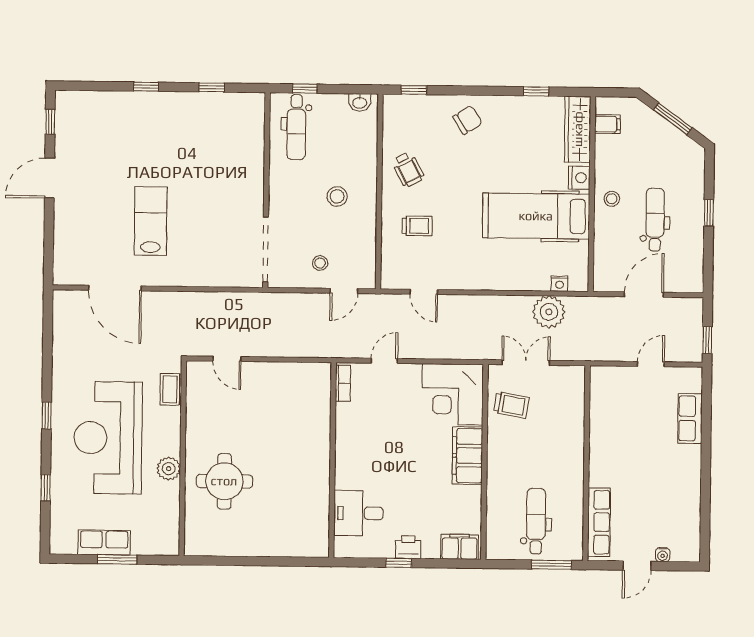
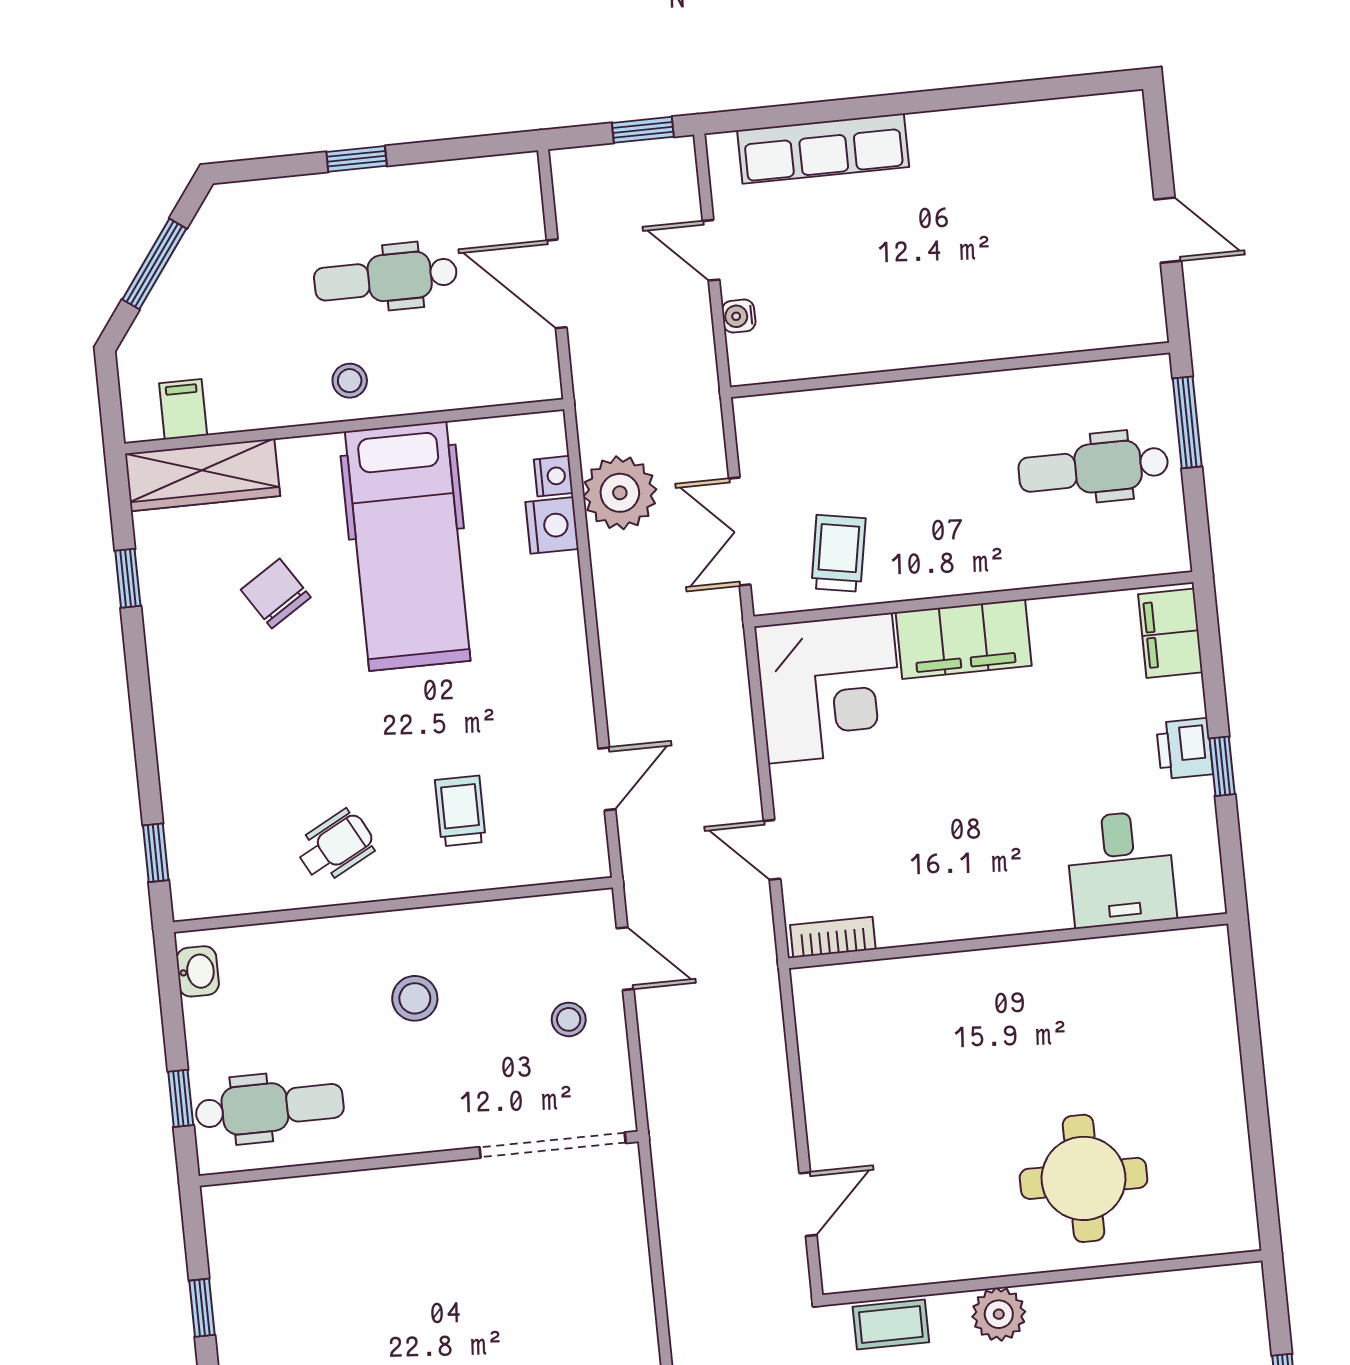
chair: (468, 120) -> (276, 594), moved
nightstand: (579, 178) -> (552, 525), moved, turned 90
row of seats: (690, 418) -> (823, 149), width x1.48
plant: (169, 469) -> (999, 1314), moved
row of seats: (599, 522) -> (1079, 327), removed
water cooler: (663, 555) -> (739, 316), moved, turned 180

